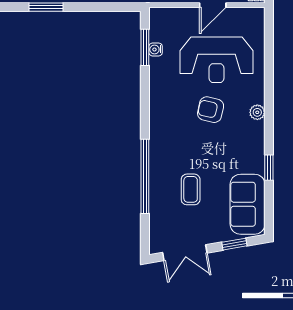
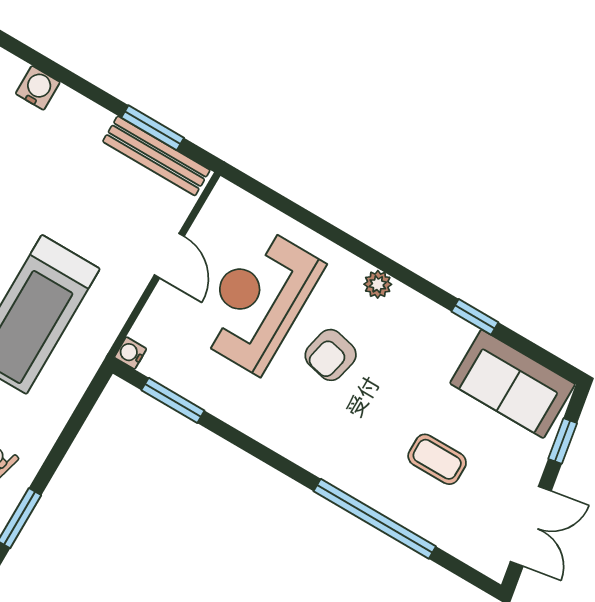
water cooler: (156, 49) -> (130, 353), moved, turned 90
reception desk: (217, 60) -> (258, 300), turned 180

